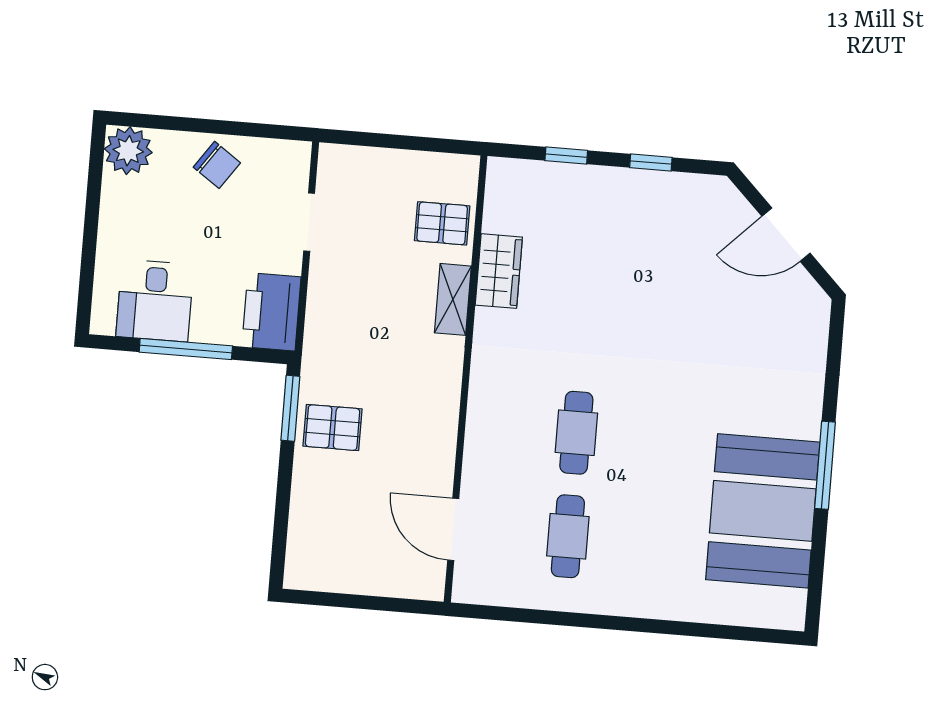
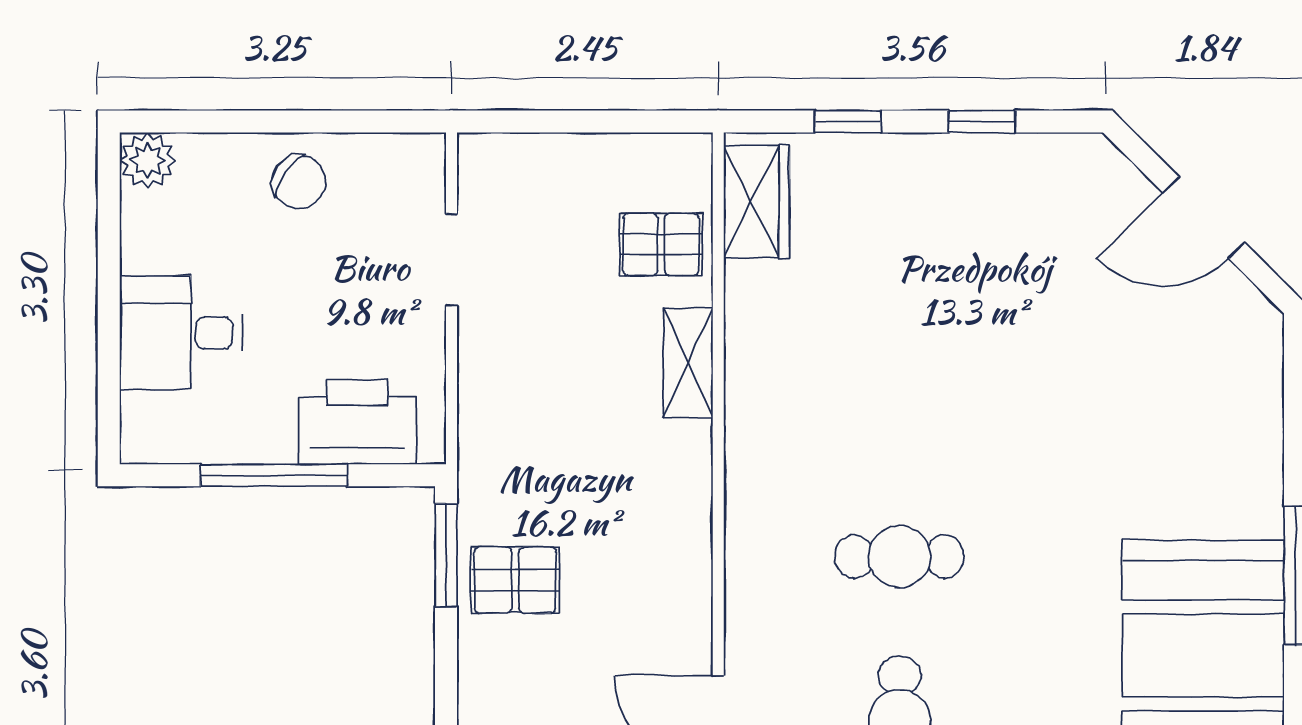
plant: (128, 151) -> (147, 160), width x0.73, depth x0.73
wardrobe: (499, 271) -> (756, 202), moved
desk: (155, 301) -> (181, 333), moved, turned 90
printer: (271, 312) -> (358, 422), moved, turned 90
cafe table: (576, 433) -> (899, 557), turned 90

